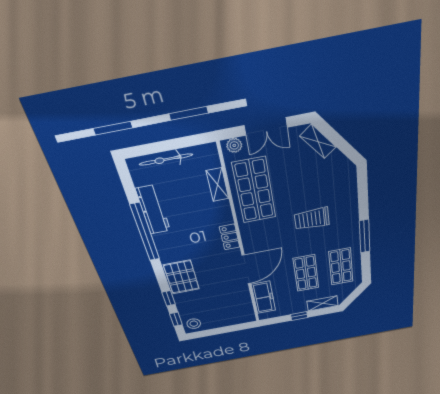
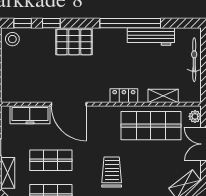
locker: (230, 237) -> (124, 96), moved

